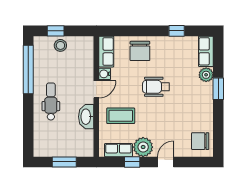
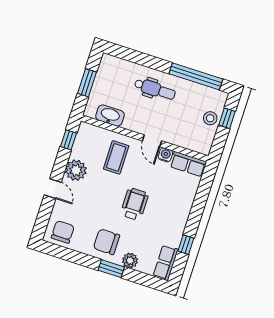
chair: (140, 51) -> (107, 242), moved
row of seats: (206, 51) -> (166, 263), moved, turned -90
washbasin: (86, 117) -> (110, 116), moved
row of seats: (118, 150) -> (81, 143), removed
window: (132, 162) -> (69, 140), moved

